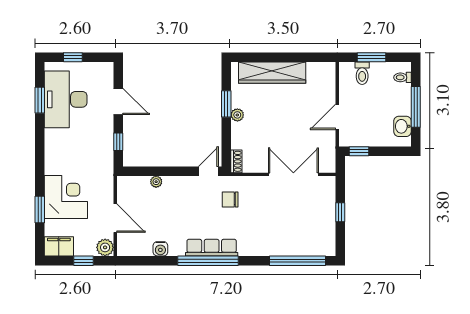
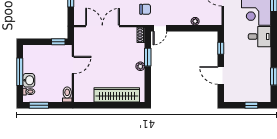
window: (372, 57) -> (39, 105), moved
toilet: (362, 73) -> (67, 95), moved
desk: (66, 99) -> (260, 37), moved, width x0.53, depth x0.77
window: (226, 104) -> (148, 57), moved
washbasin: (403, 126) -> (29, 80), moved
double door: (293, 174) -> (102, 26), swing flipped

